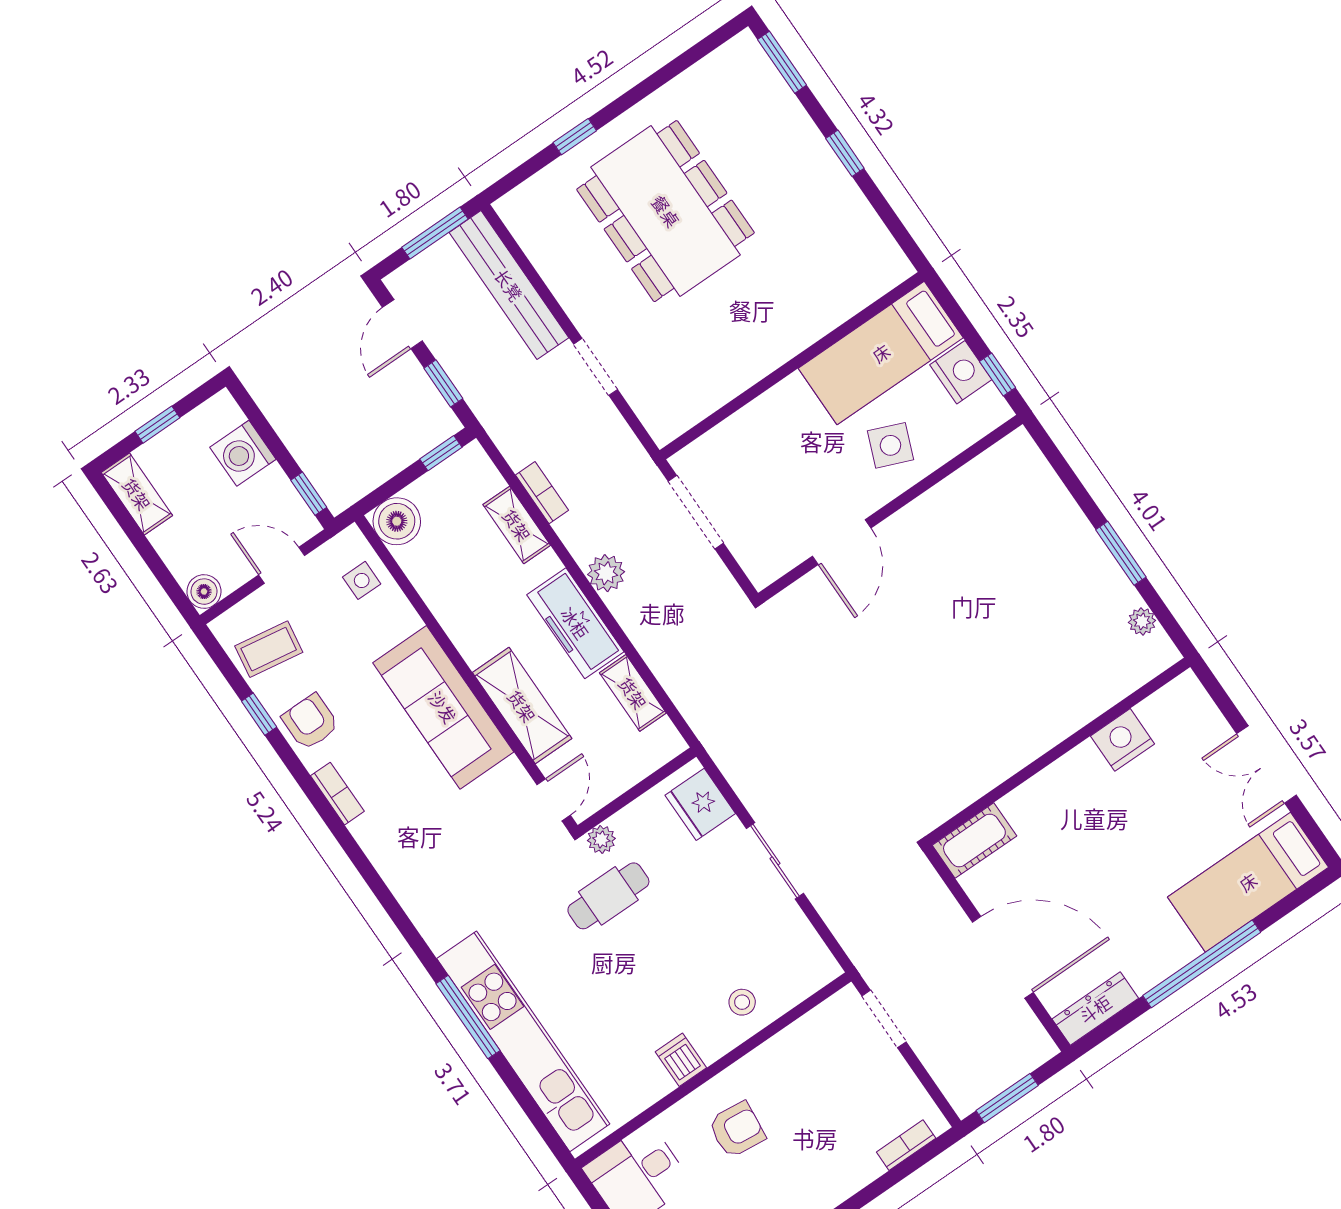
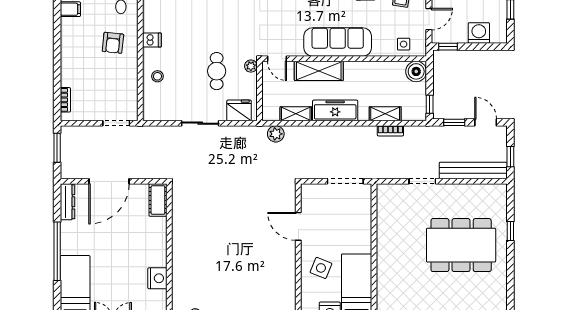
window: (435, 233) -> (510, 157), width x0.67
plant: (606, 573) -> (276, 134), moved
cafe table: (608, 896) -> (217, 71), moved

